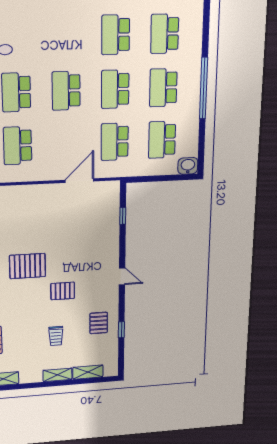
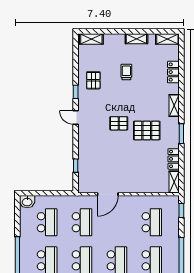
pallet: (63, 291) -> (119, 123), moved
window: (121, 330) -> (76, 92), moved
shelving: (88, 372) -> (91, 39), moved
shelving: (57, 375) -> (136, 39), moved

